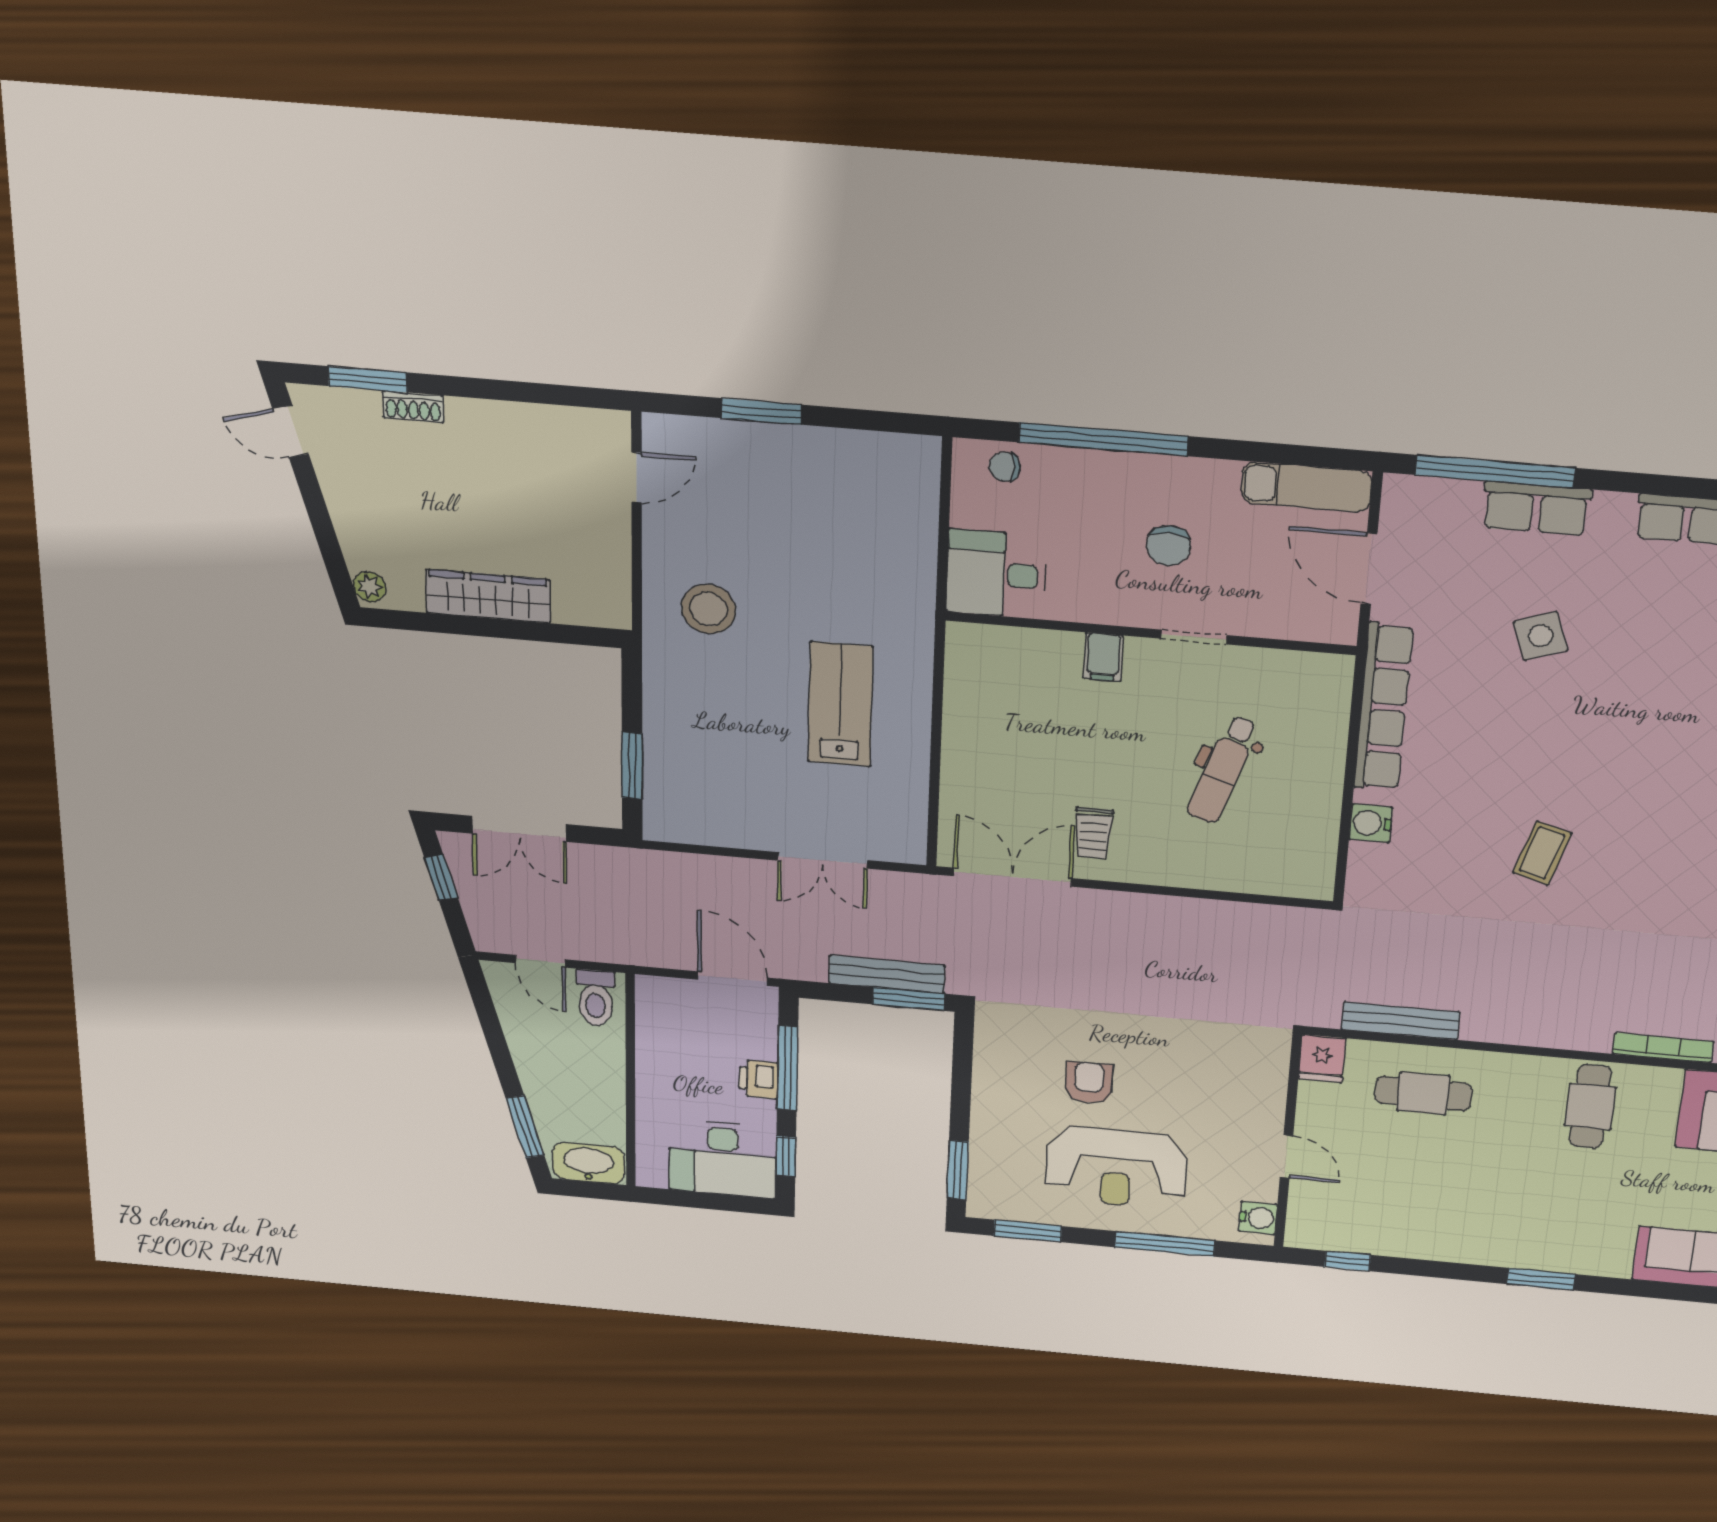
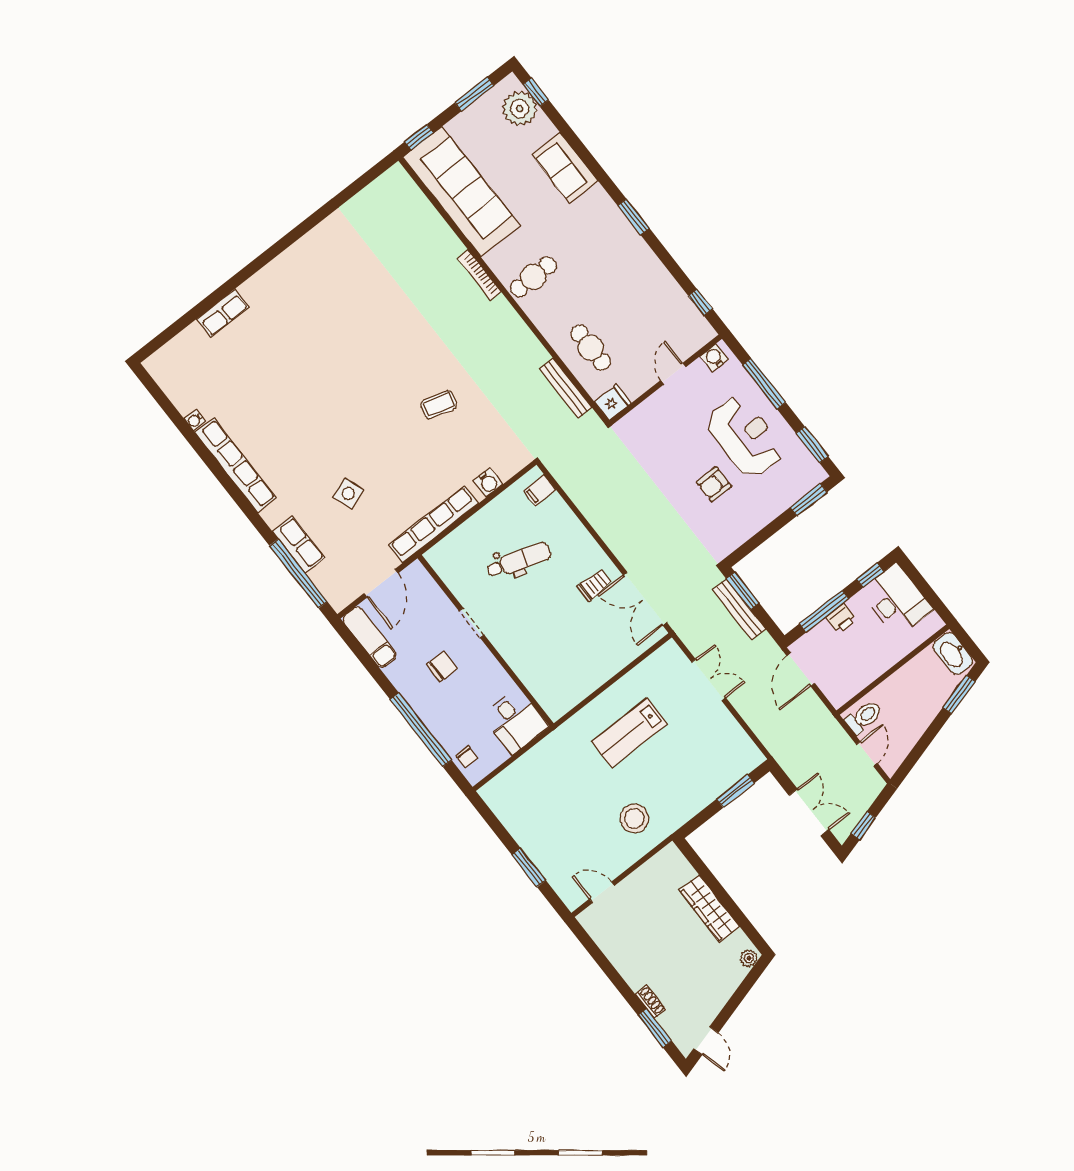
filing cabinet: (1103, 657) -> (540, 490), moved, turned 180

